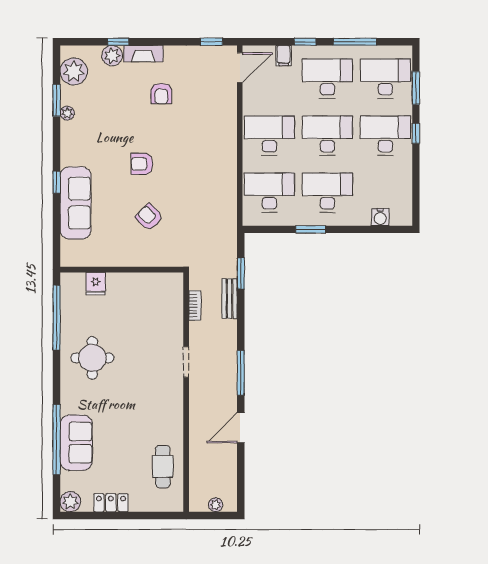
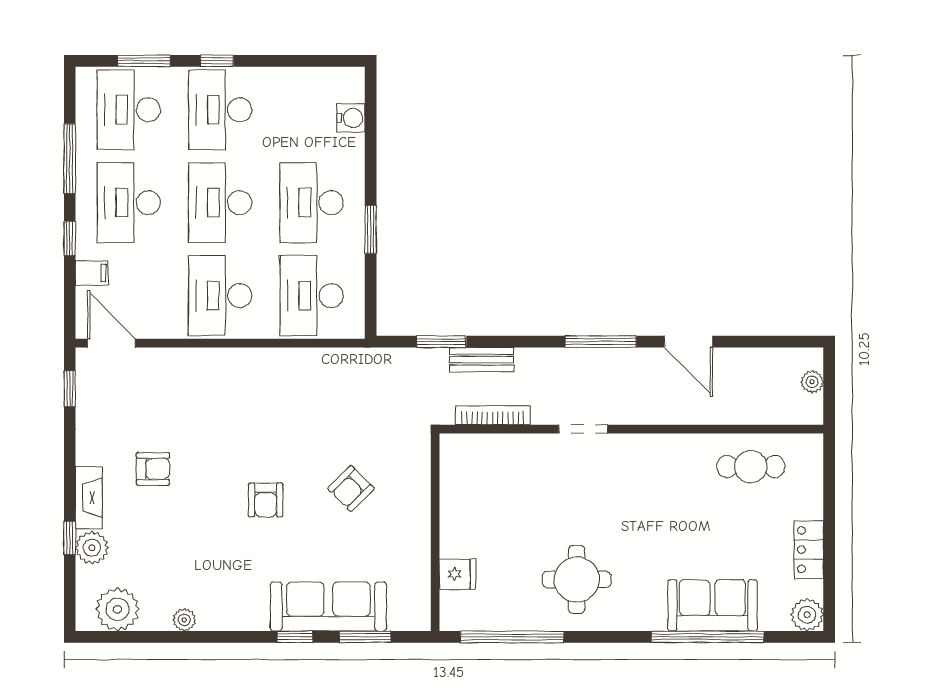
window: (57, 100) -> (365, 637), moved
bookcase: (195, 305) -> (493, 415), width x1.56

